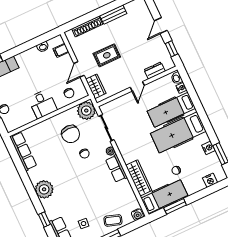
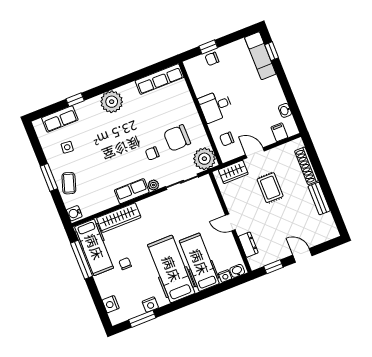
window: (175, 206) -> (81, 260), width x1.44

